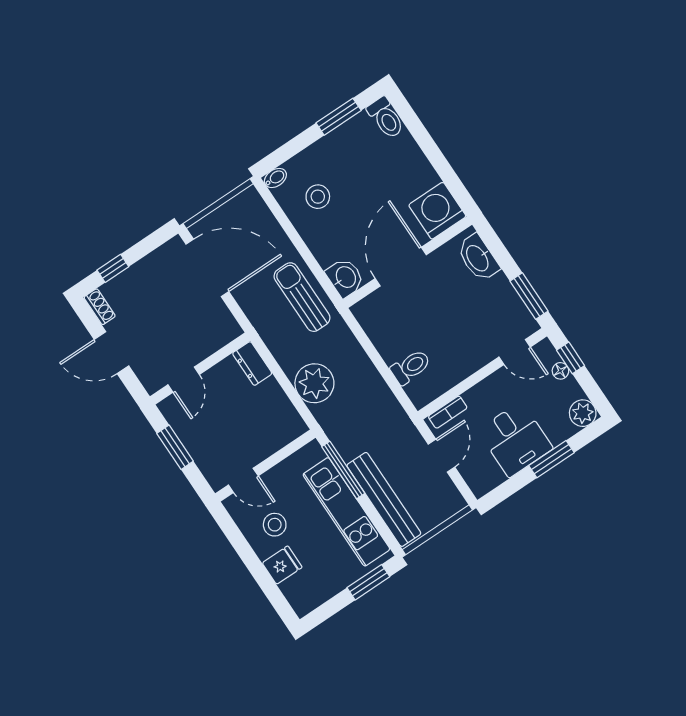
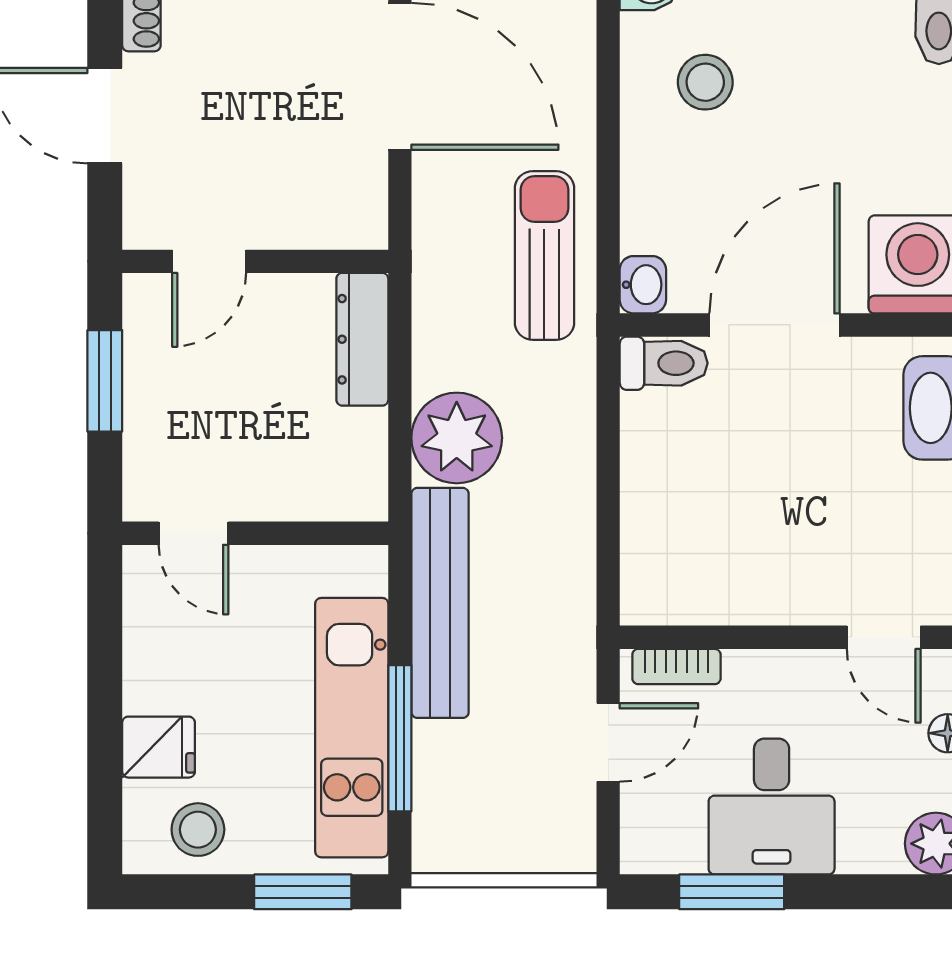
washbasin: (345, 278) -> (643, 285), width x0.72, depth x0.69
dresser: (252, 363) -> (362, 339), width x1.44
toilet: (411, 367) -> (664, 363), moved
window: (551, 459) -> (732, 892), moved
window: (343, 470) -> (400, 738), moved
bench: (384, 499) -> (440, 603), moved
stool: (275, 525) -> (198, 830), moved

